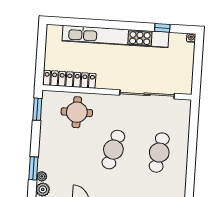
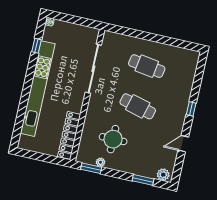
round table: (77, 112) -> (113, 139), moved
plant: (42, 176) -> (100, 162), moved

